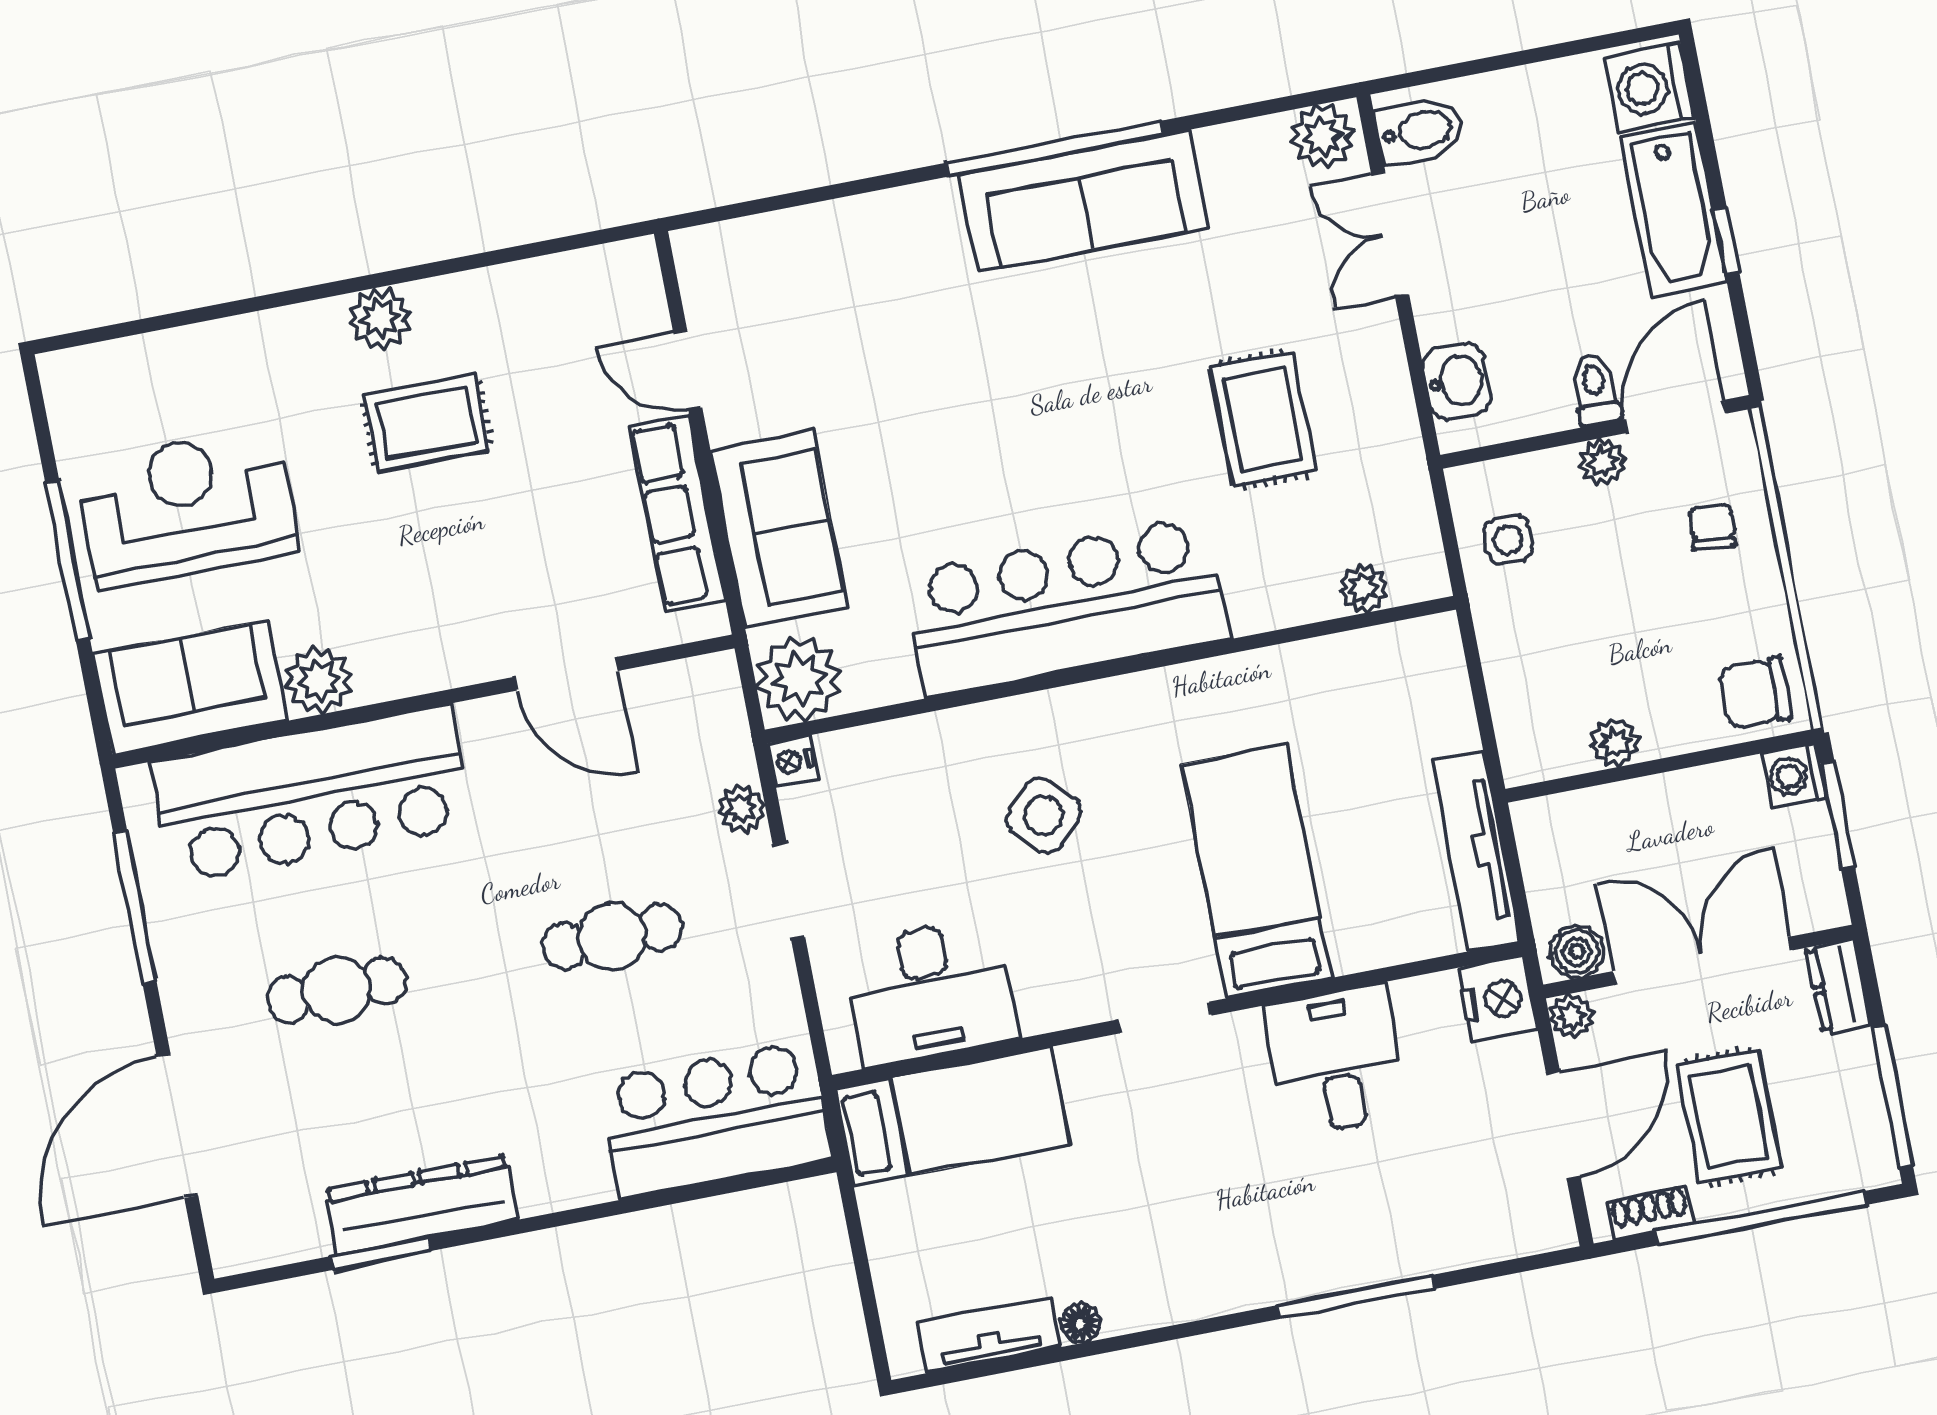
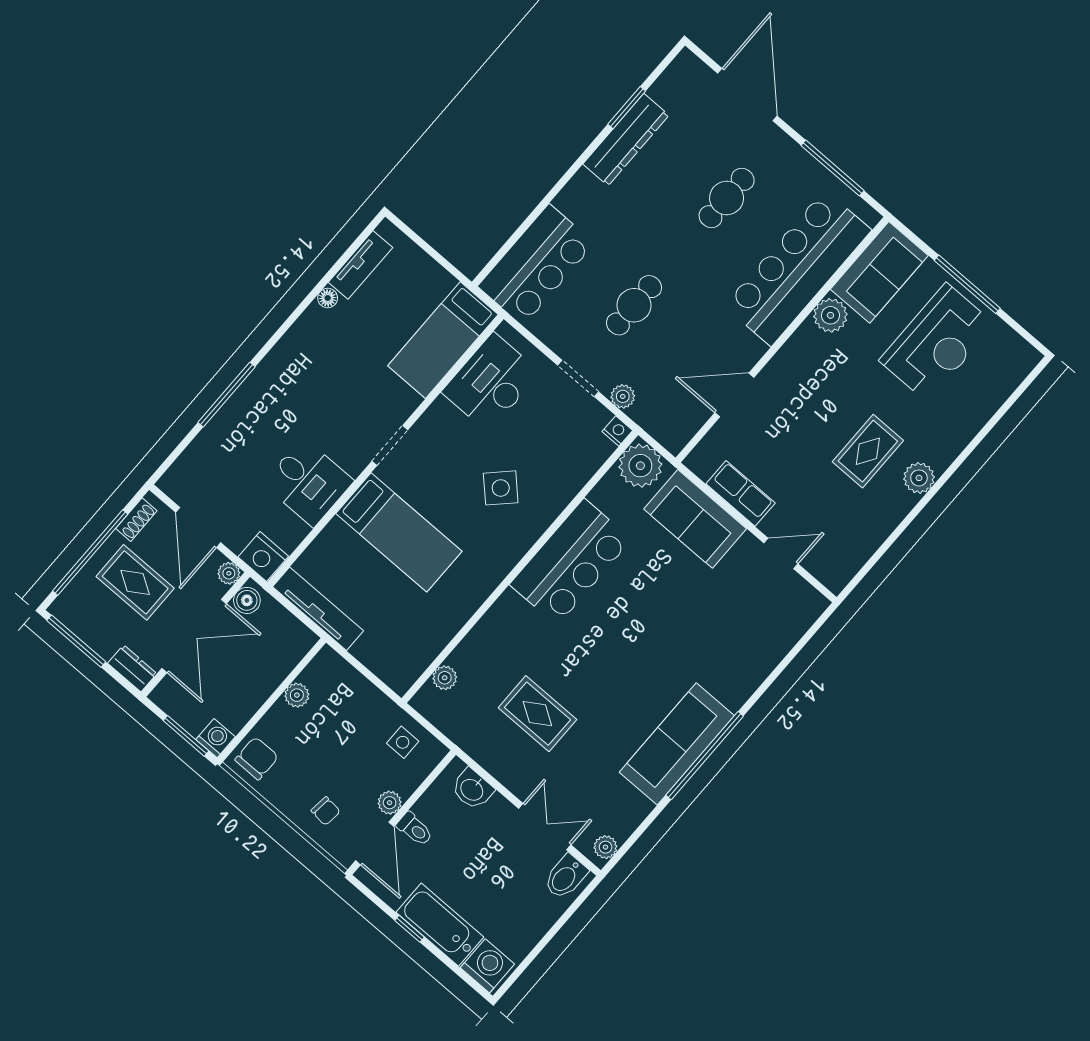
plant: (1322, 136) -> (605, 847), width x0.73, depth x0.73
row of seats: (677, 513) -> (741, 493), width x0.68
bar counter: (1066, 607) -> (571, 562), width x0.73

